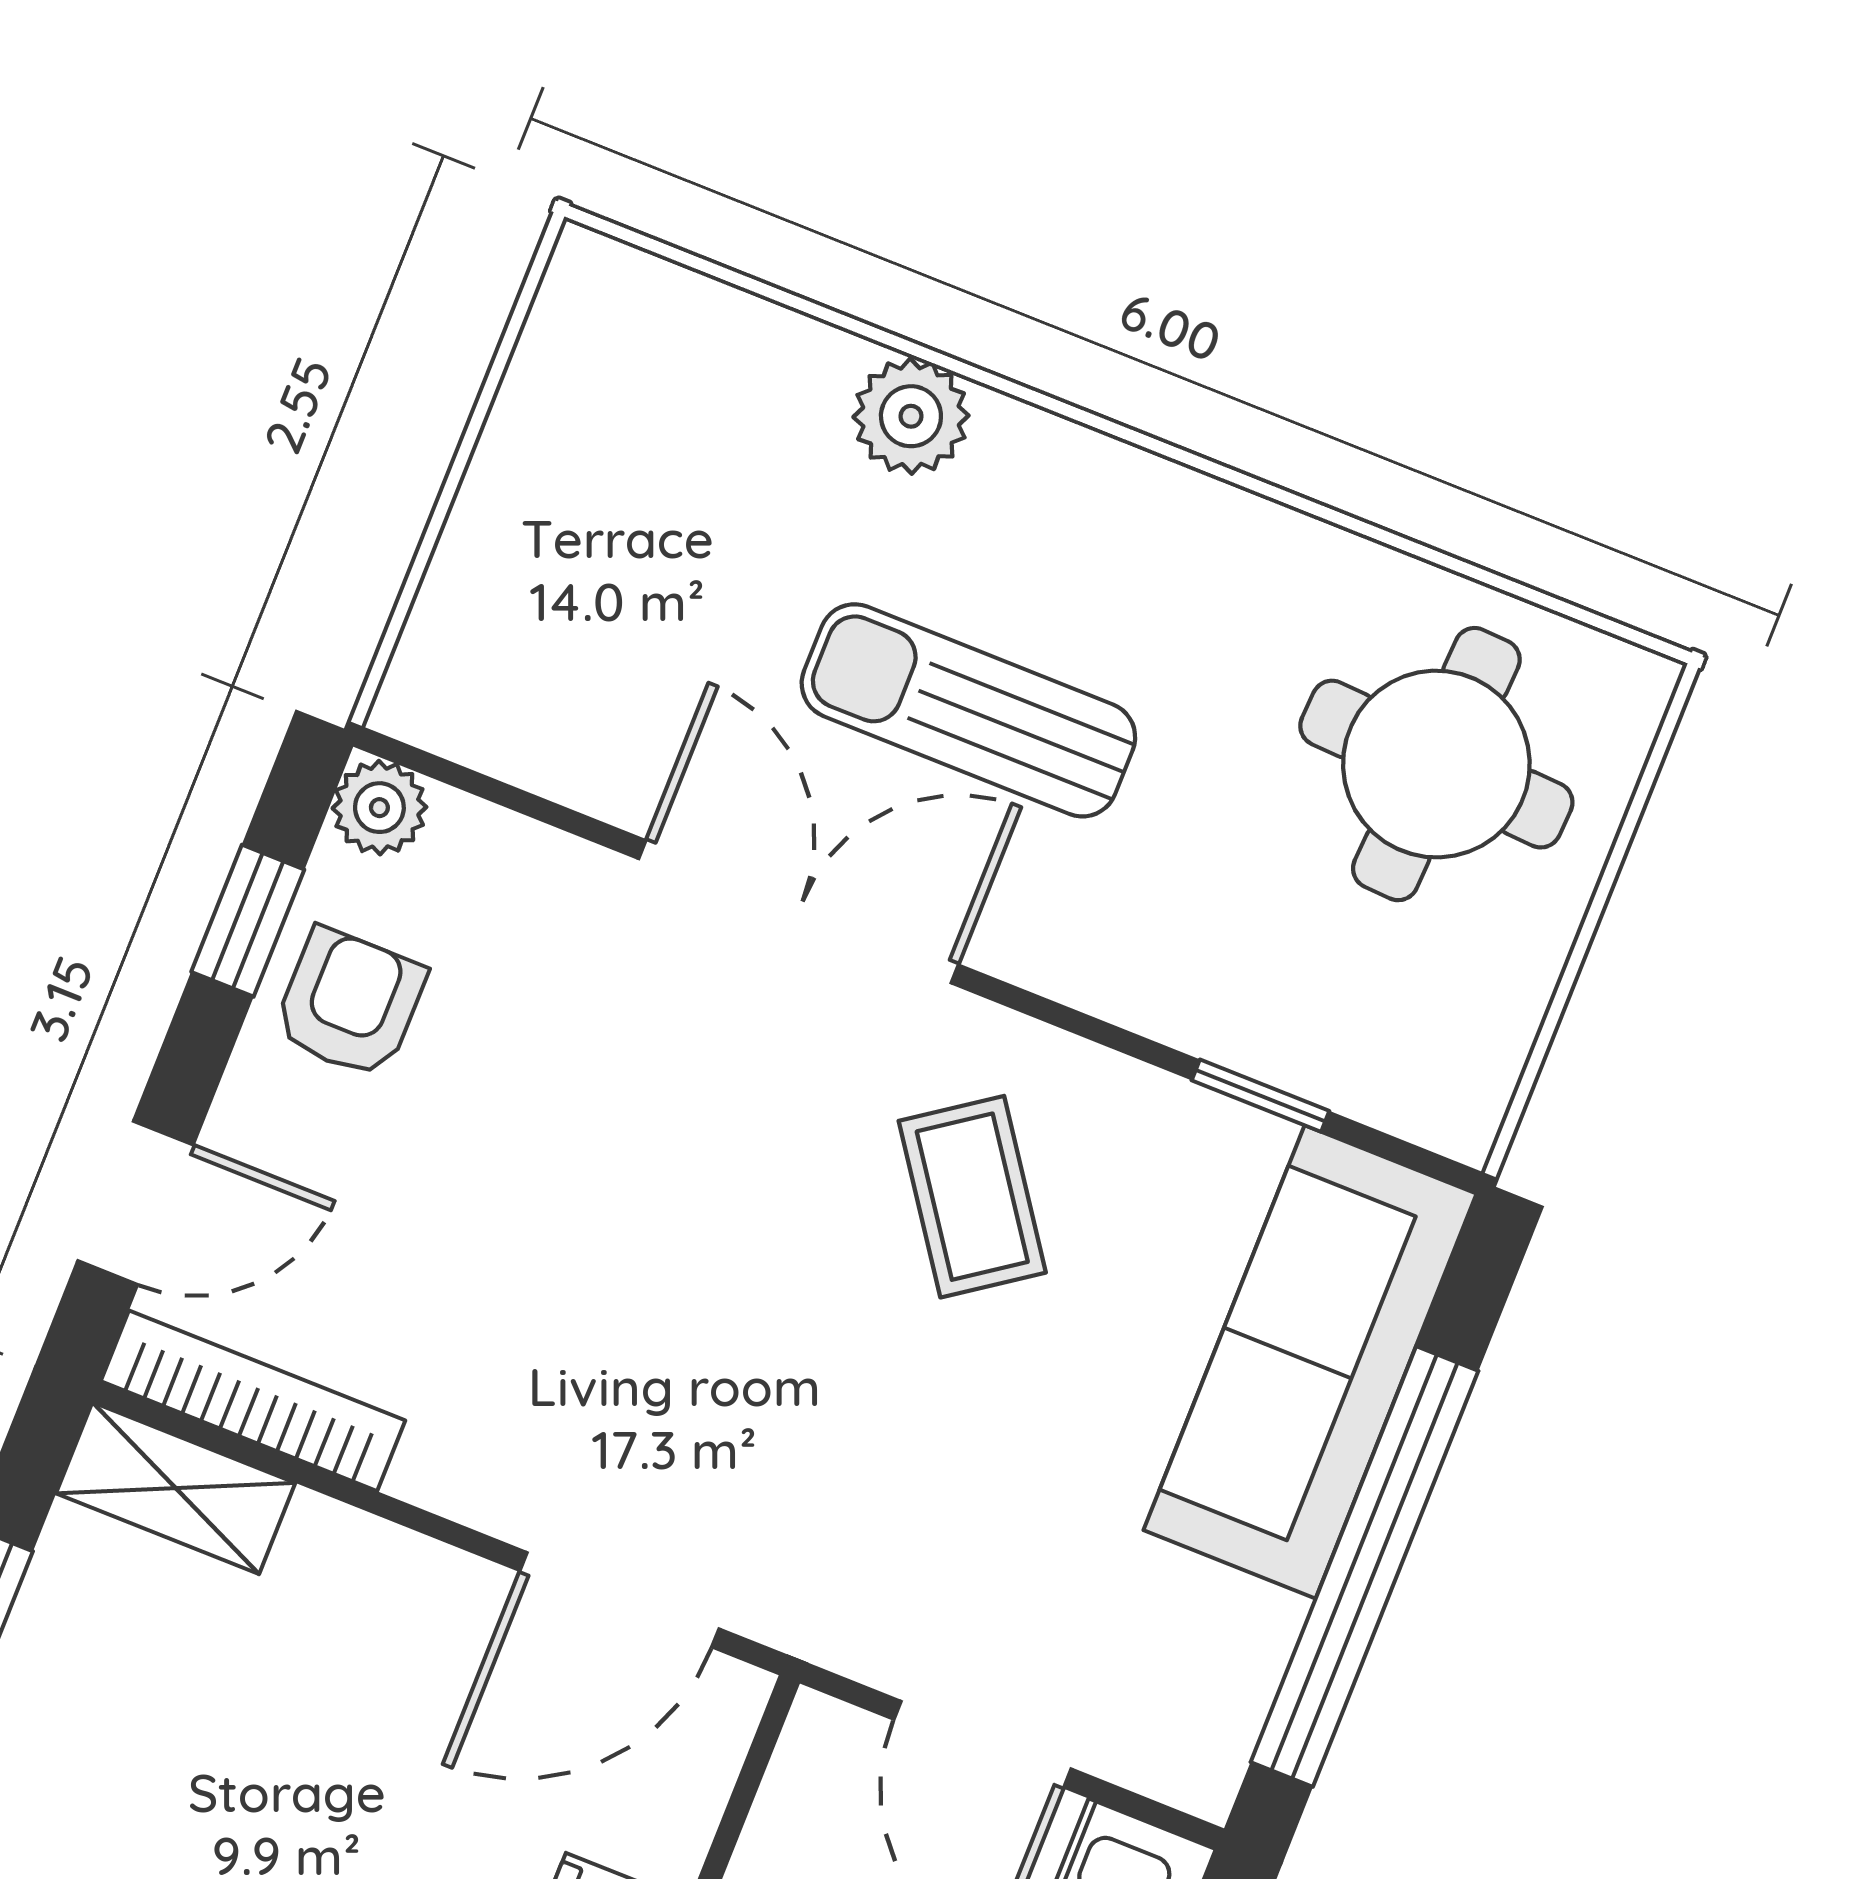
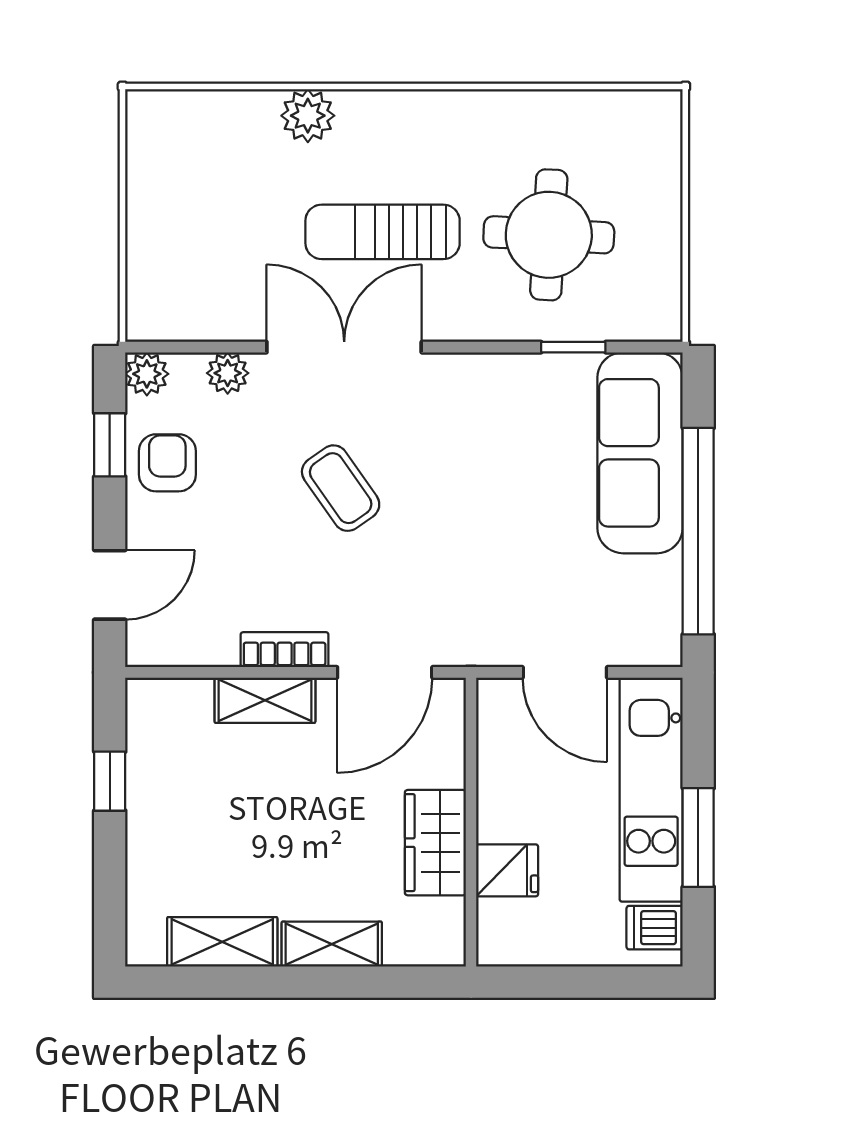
round table: (1436, 764) -> (549, 235), moved
plant: (543, 871) -> (228, 373), added
coffee table: (972, 1197) -> (341, 488), moved
bookcase: (253, 1401) -> (285, 650), moved, width x0.64
shelving: (176, 1488) -> (265, 700), moved

